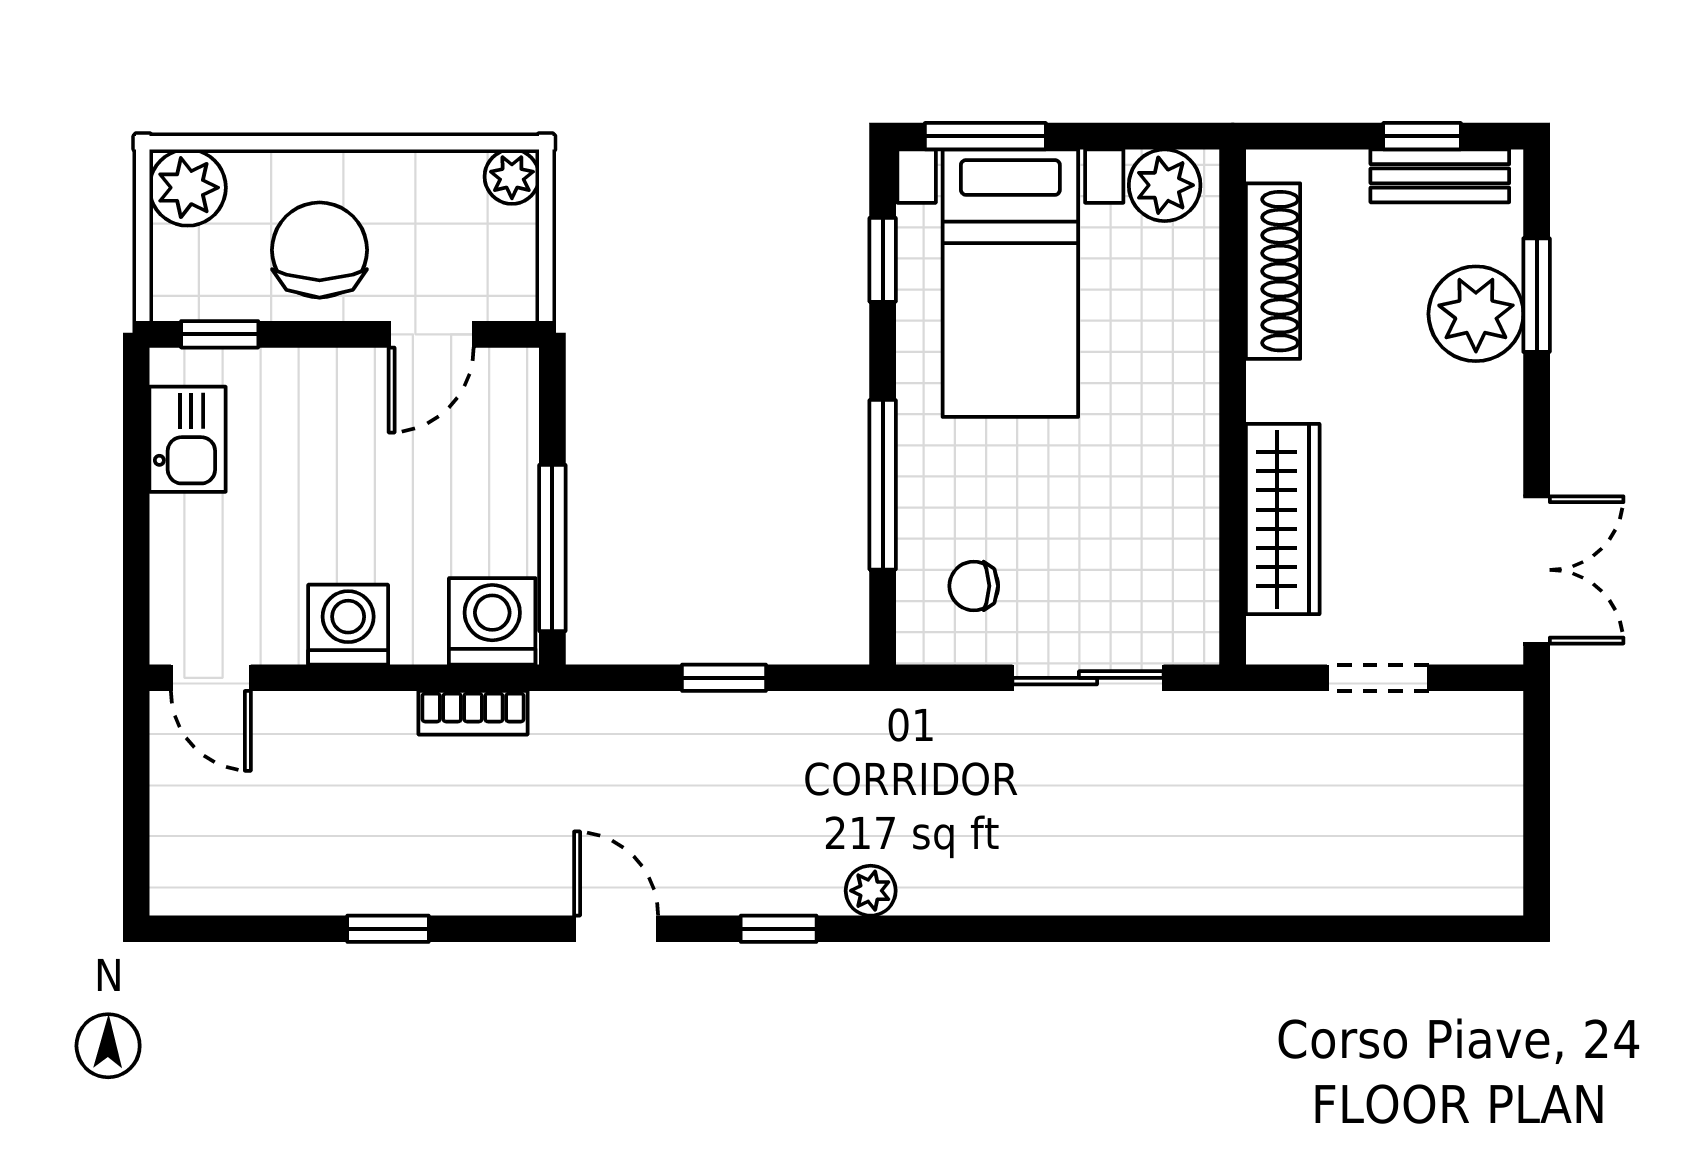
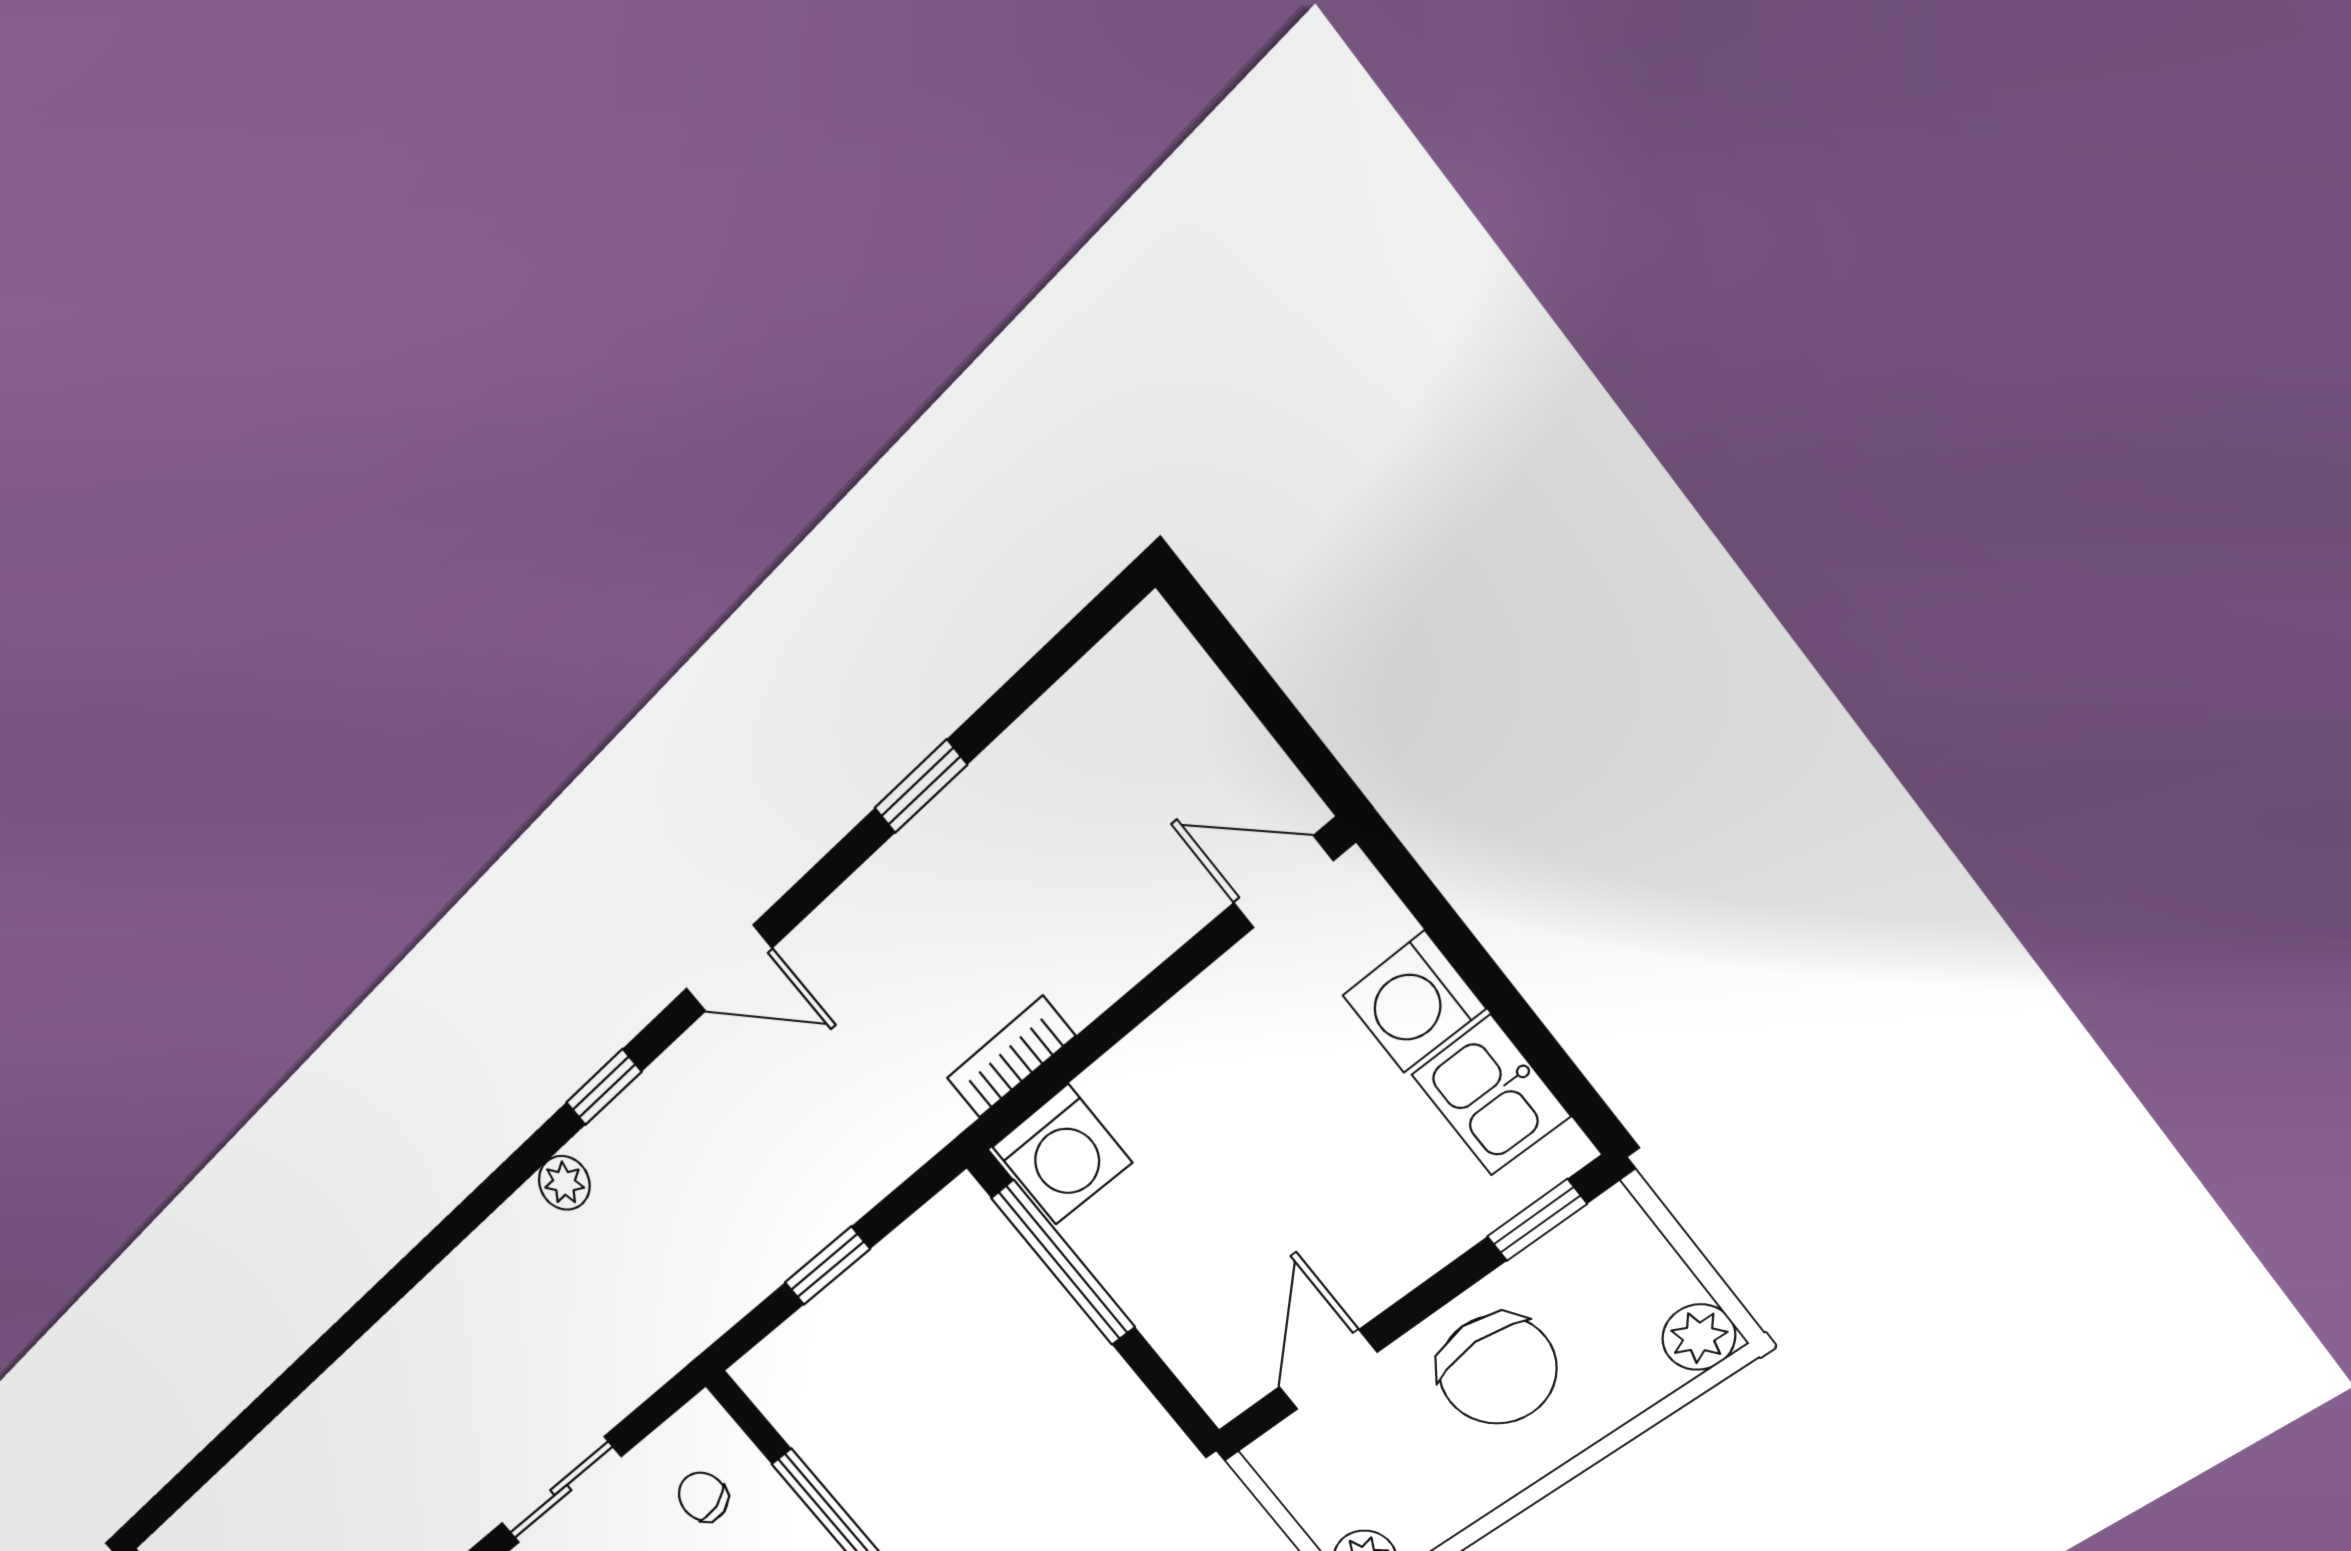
plant: (188, 188) -> (1699, 1337), width x0.73, depth x0.73
chair: (974, 586) -> (703, 1497), turned -106
washing machine: (348, 625) -> (1414, 1002), moved, turned 90

